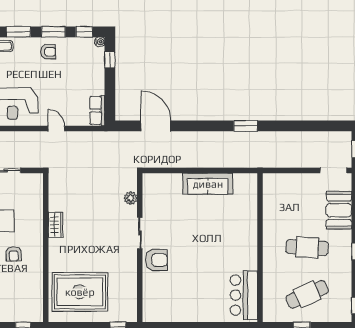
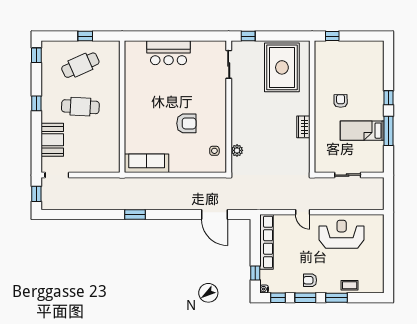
row of seats: (97, 111) -> (266, 242), width x2.02
sofa: (208, 184) -> (147, 163), moved
side table: (156, 198) -> (214, 151), added
sliding door: (140, 233) -> (229, 64), moved
armchair: (156, 260) -> (186, 123), moved, turned 180
rug: (80, 292) -> (282, 67), turned 90
bar counter: (244, 295) -> (169, 53), moved, turned 90

